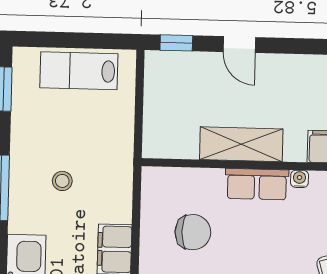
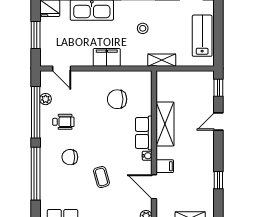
shelving: (122, 147) -> (162, 60), added
chair: (193, 232) -> (117, 99), turned 90

